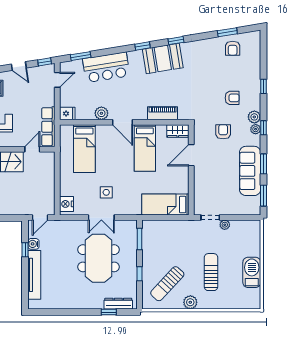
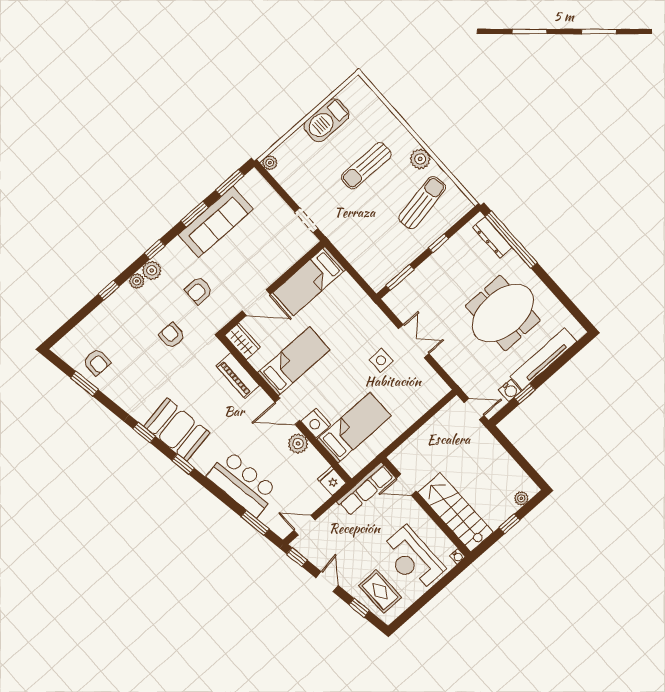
armchair: (233, 48) -> (97, 362), turned 90
armchair: (232, 98) -> (172, 336), moved
door: (122, 122) -> (287, 411), swing flipped
plant: (256, 129) -> (137, 281), moved
nightstand: (66, 204) -> (316, 423), moved, turned 90
bed: (165, 205) -> (309, 281), moved, turned 90
plant: (225, 225) -> (270, 163), moved
meeting table: (99, 258) -> (503, 313), moved
sun lounger: (167, 284) -> (422, 203), turned -53
window: (109, 312) -> (511, 240), width x3.17

